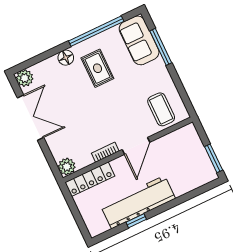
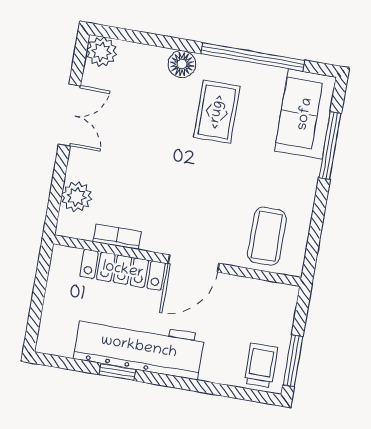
double door: (31, 118) -> (70, 115), width x0.73
bookcase: (105, 152) -> (117, 237), moved
plant: (67, 167) -> (77, 197), moved
trolley: (200, 171) -> (261, 365), added
locker: (90, 179) -> (123, 270), moved

